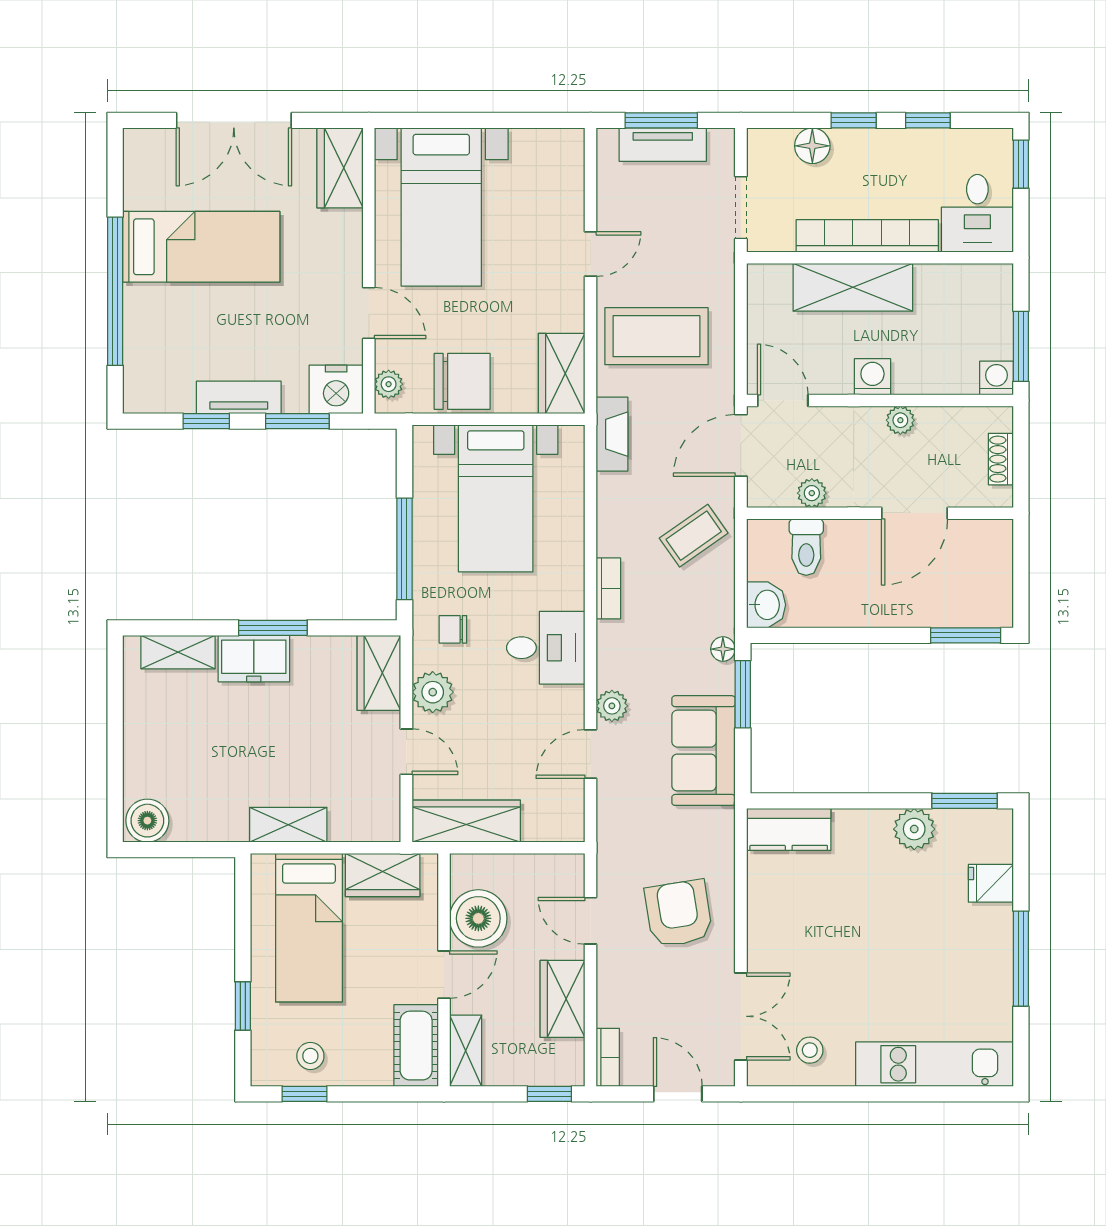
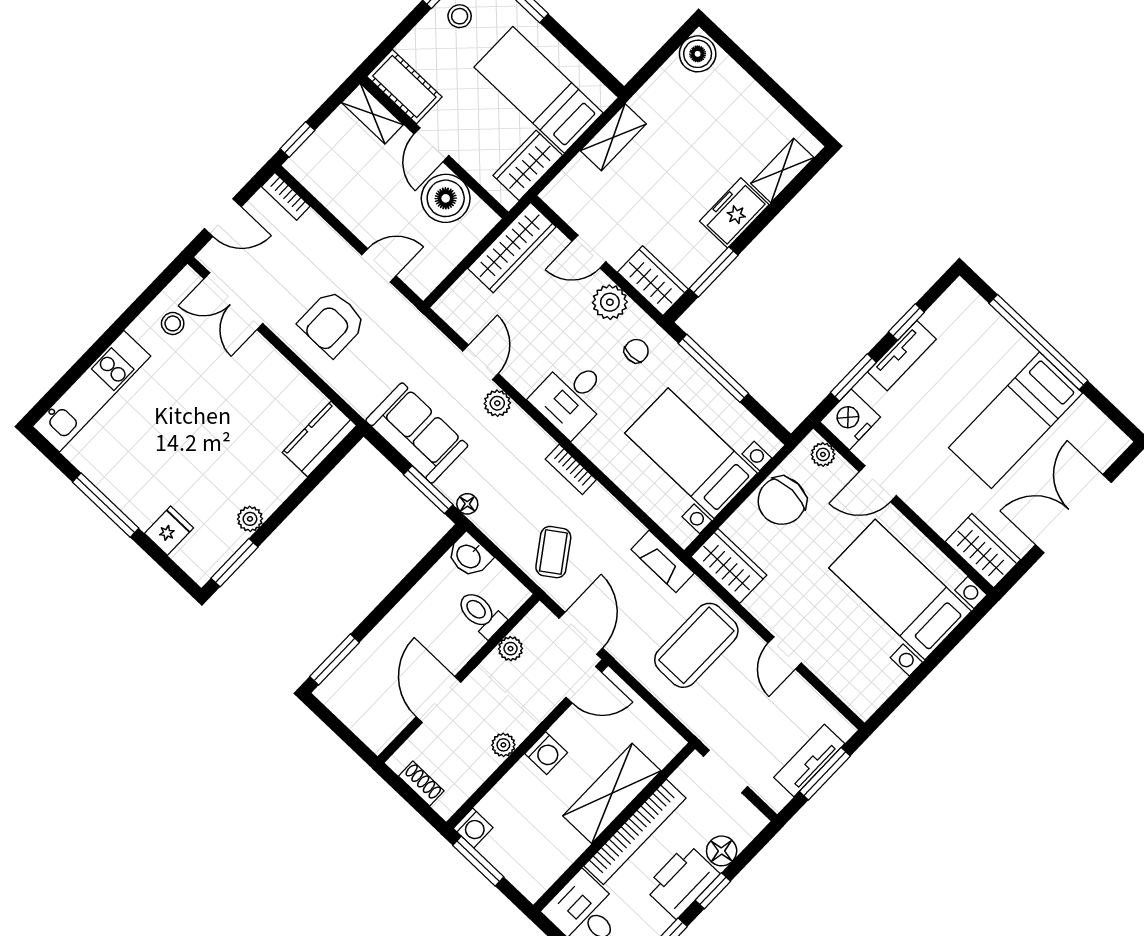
printer: (871, 155) -> (682, 881), added
window: (273, 628) -> (714, 272), moved
plant: (914, 829) -> (250, 519), width x0.73, depth x0.73
armchair: (679, 913) -> (332, 323), turned 99
wardrobe: (563, 999) -> (348, 203), removed

